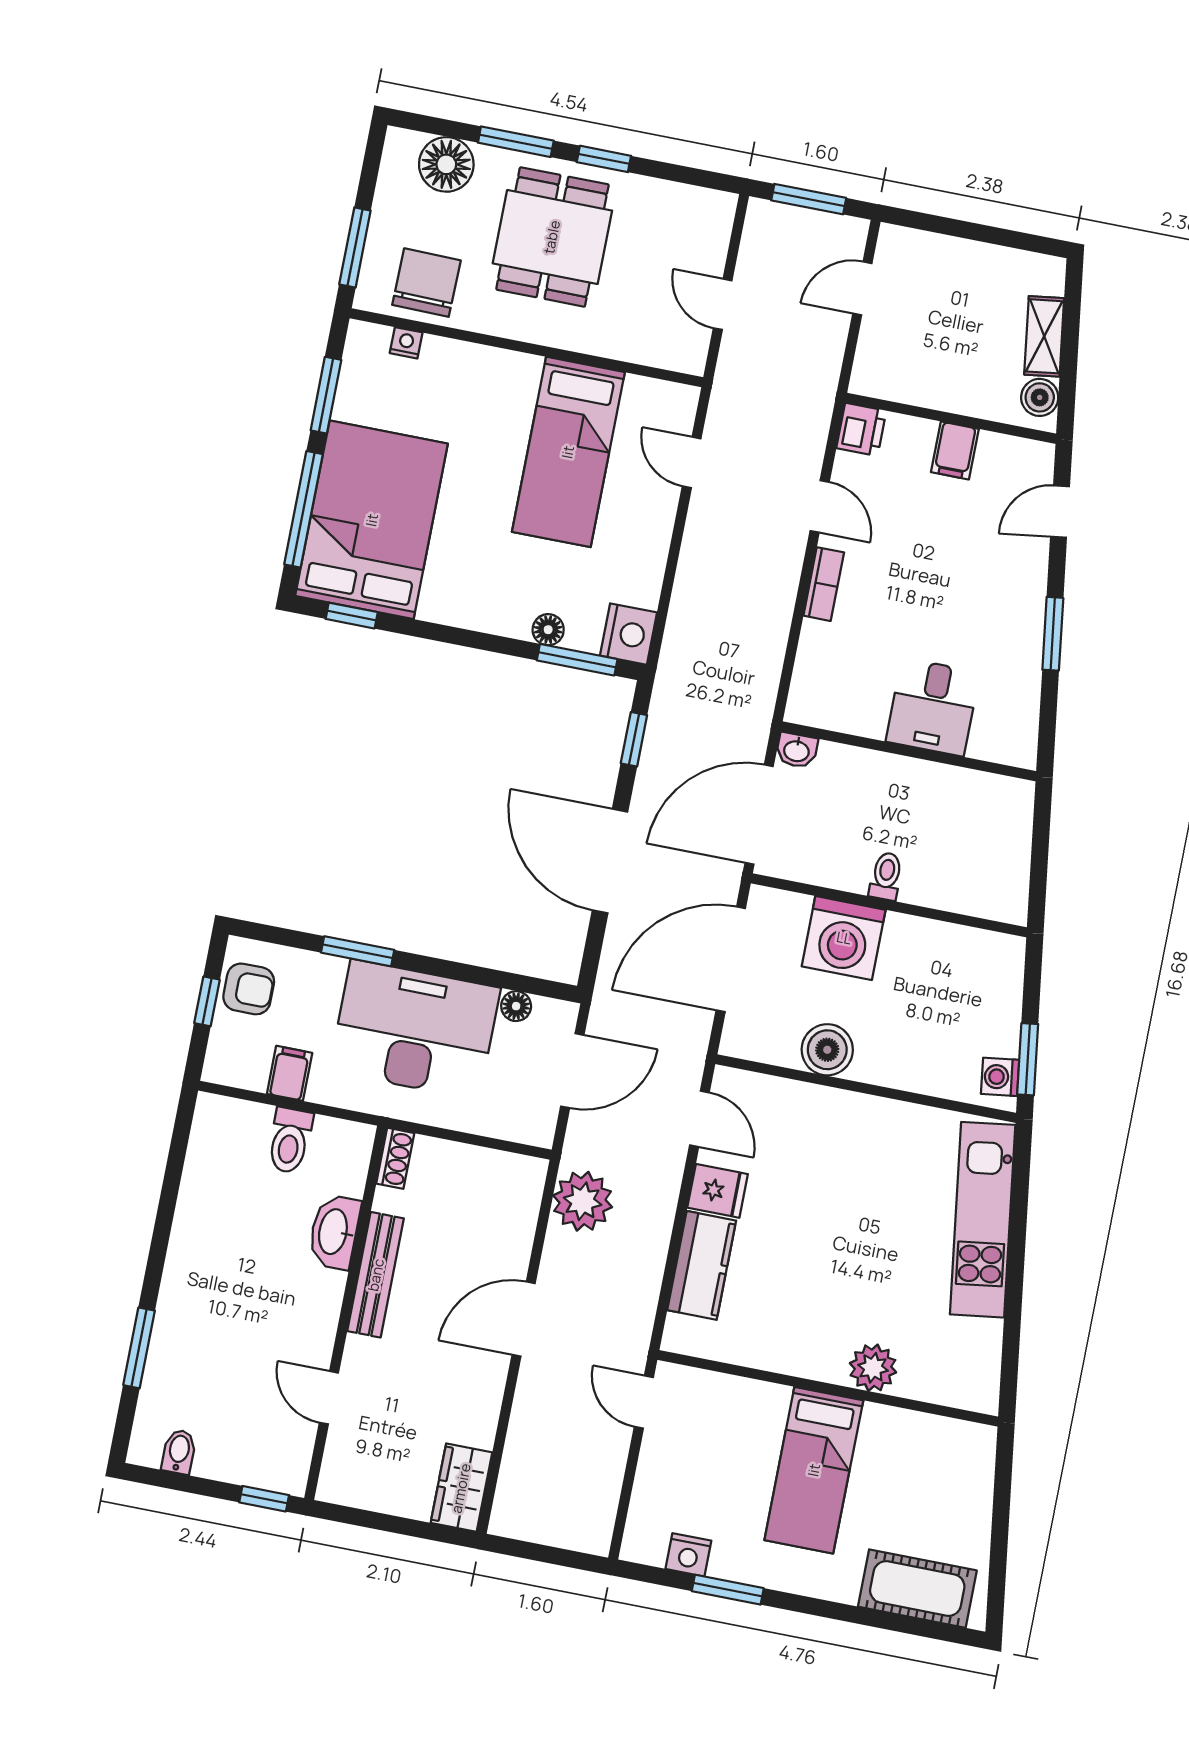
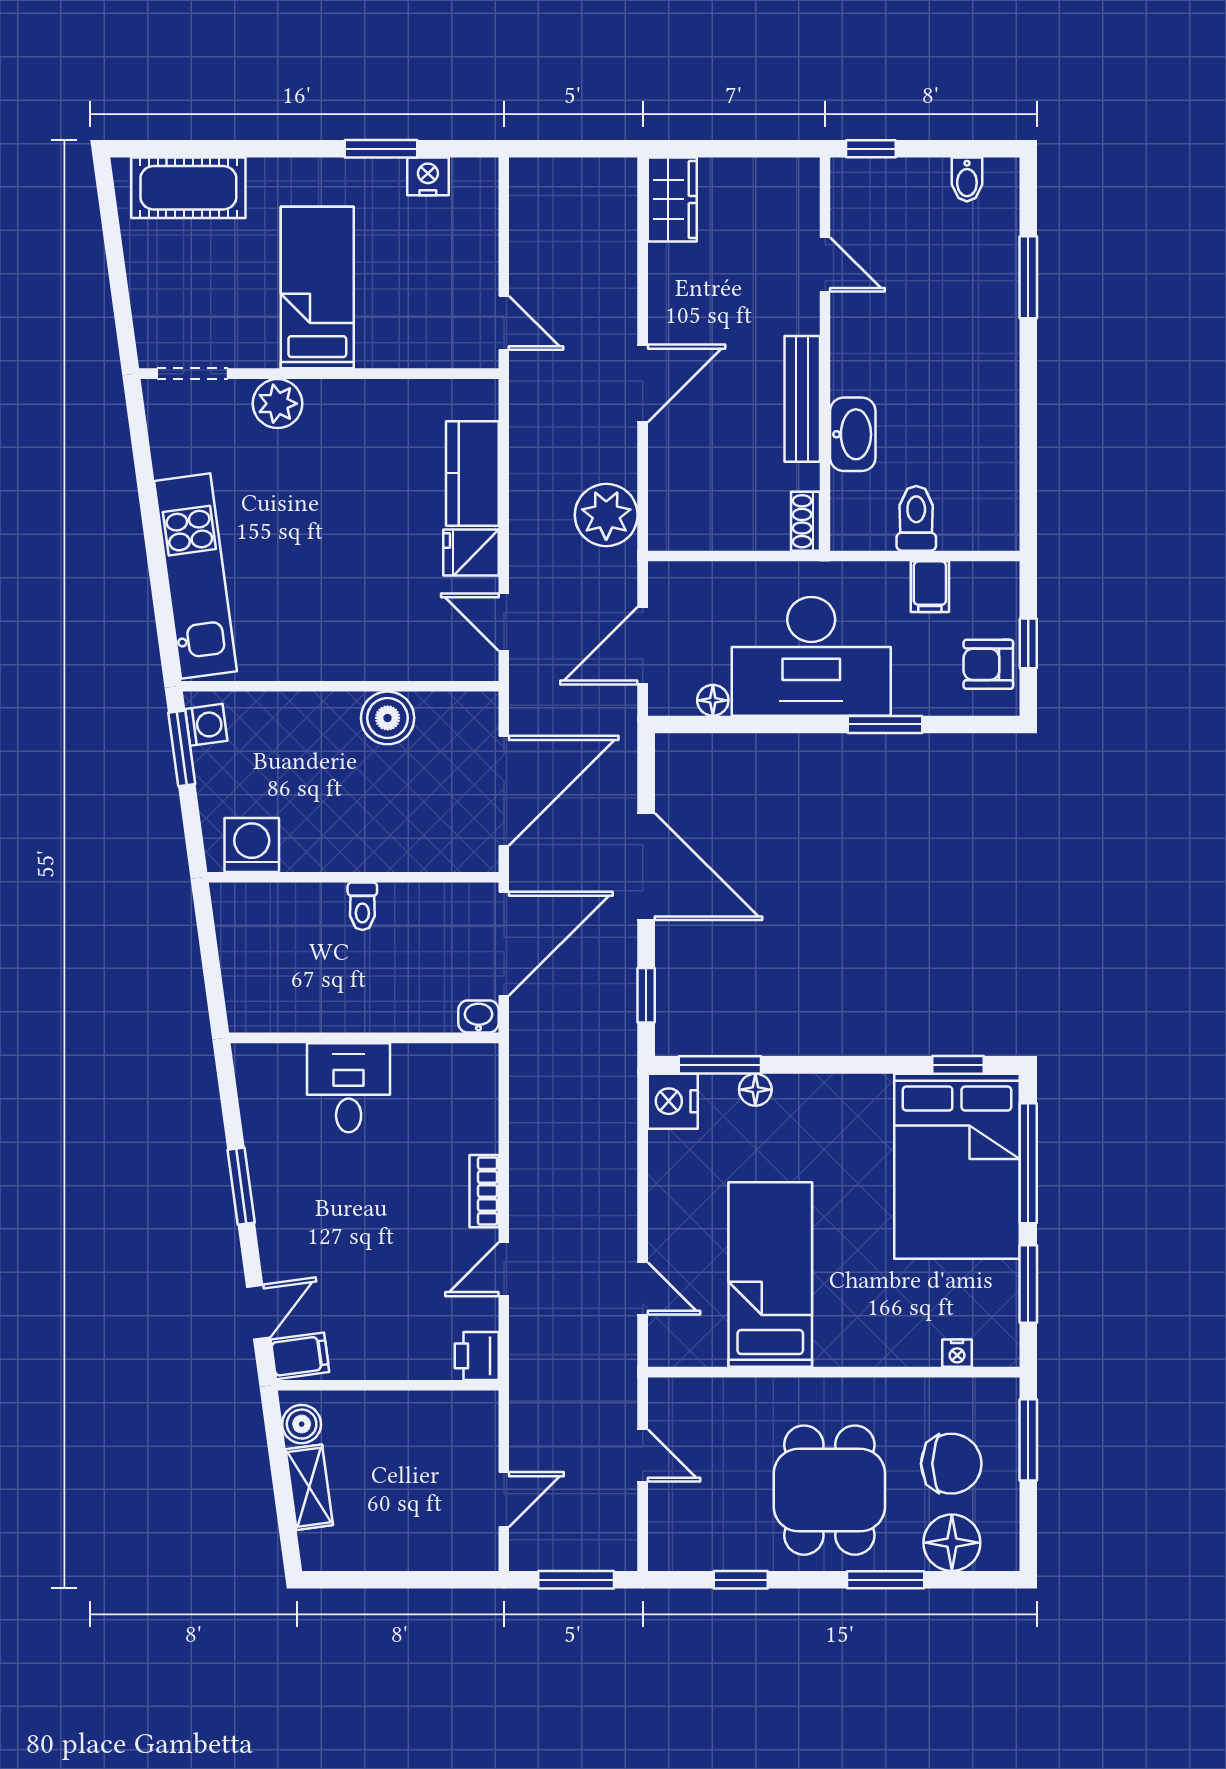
window: (604, 159) -> (741, 1580), moved
chair: (426, 283) -> (951, 1464), moved, turned -91
filing cabinet: (955, 450) -> (300, 1356), moved, turned 82
door: (820, 506) -> (504, 1269), hinge flipped
washing machine: (844, 938) -> (252, 845), moved, width x0.73, depth x0.73
doorway: (948, 1412) -> (192, 374), added

